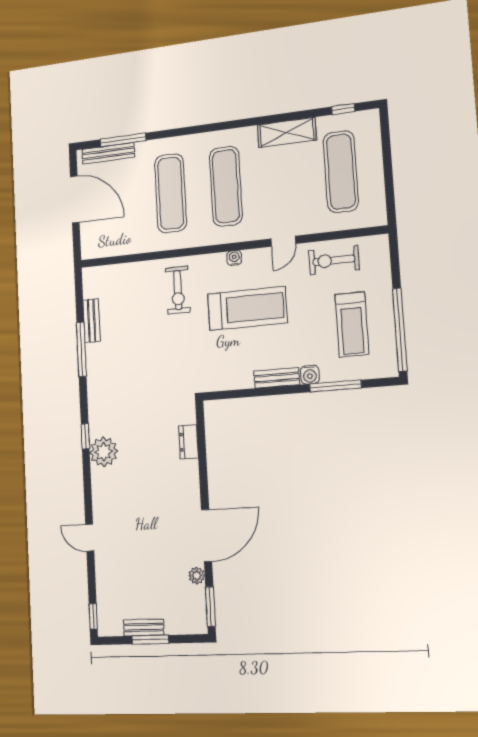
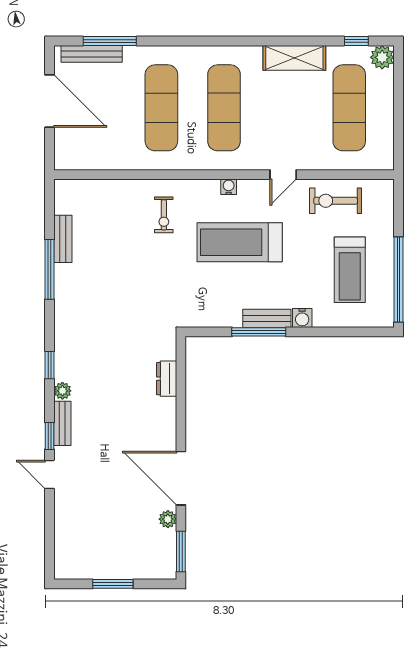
plant: (369, 121) -> (382, 57), added
exercise bike: (178, 290) -> (164, 215), width x0.73, depth x0.72
treadmill: (247, 308) -> (240, 242), turned 180
window: (335, 386) -> (259, 332), moved
plant: (104, 452) -> (62, 391), width x0.53, depth x0.53
door: (207, 536) -> (181, 478), swing flipped
window: (93, 616) -> (50, 436), moved
bench: (144, 627) -> (62, 423), moved, turned 90

